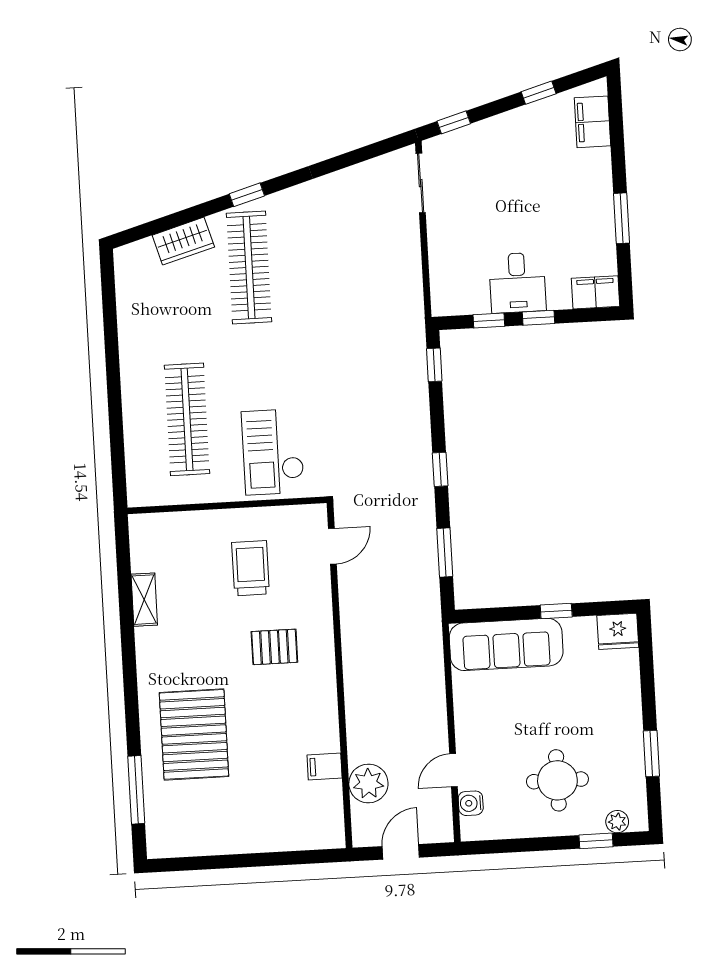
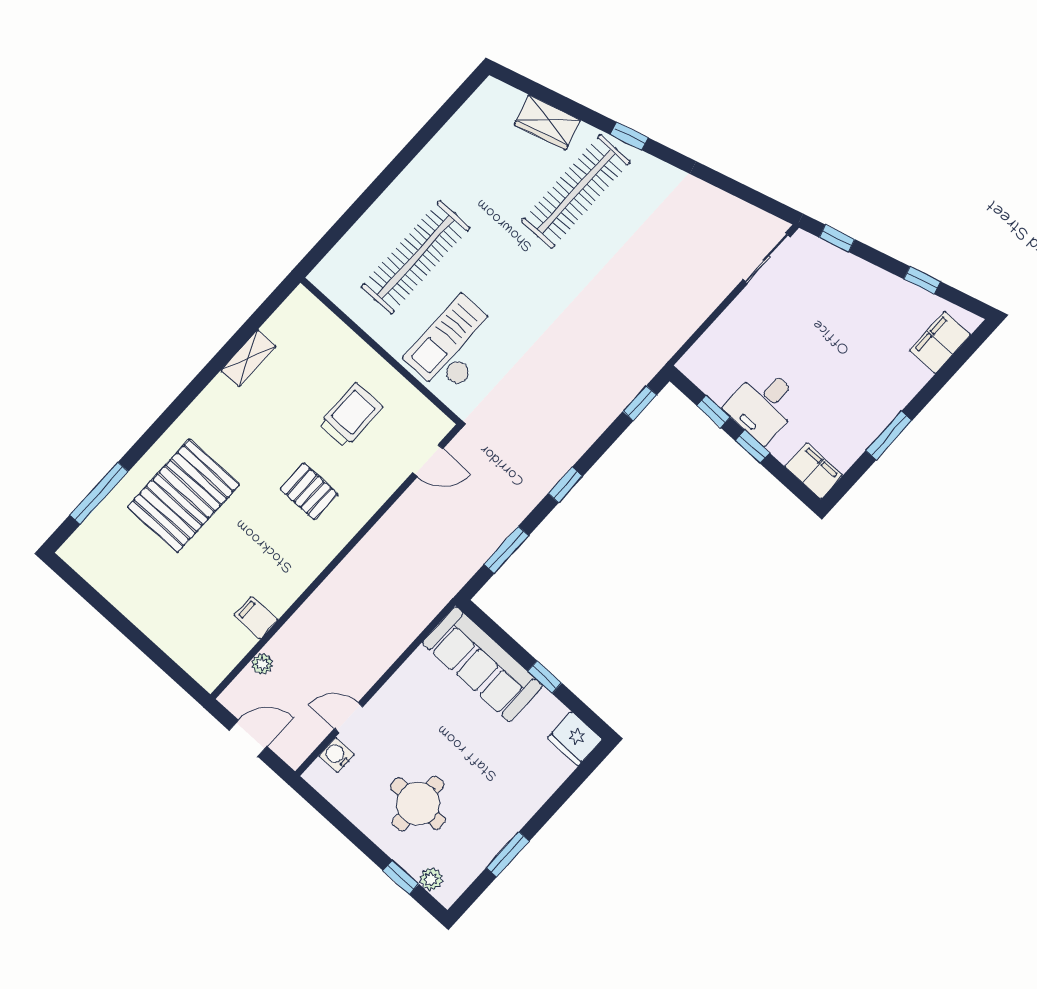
plant: (368, 783) -> (262, 664), width x0.53, depth x0.53

